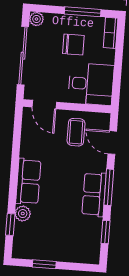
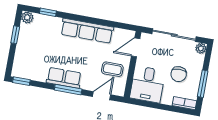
row of seats: (28, 182) -> (87, 31), width x1.48
plant: (23, 214) -> (27, 17), moved
window: (105, 232) -> (21, 81), moved

